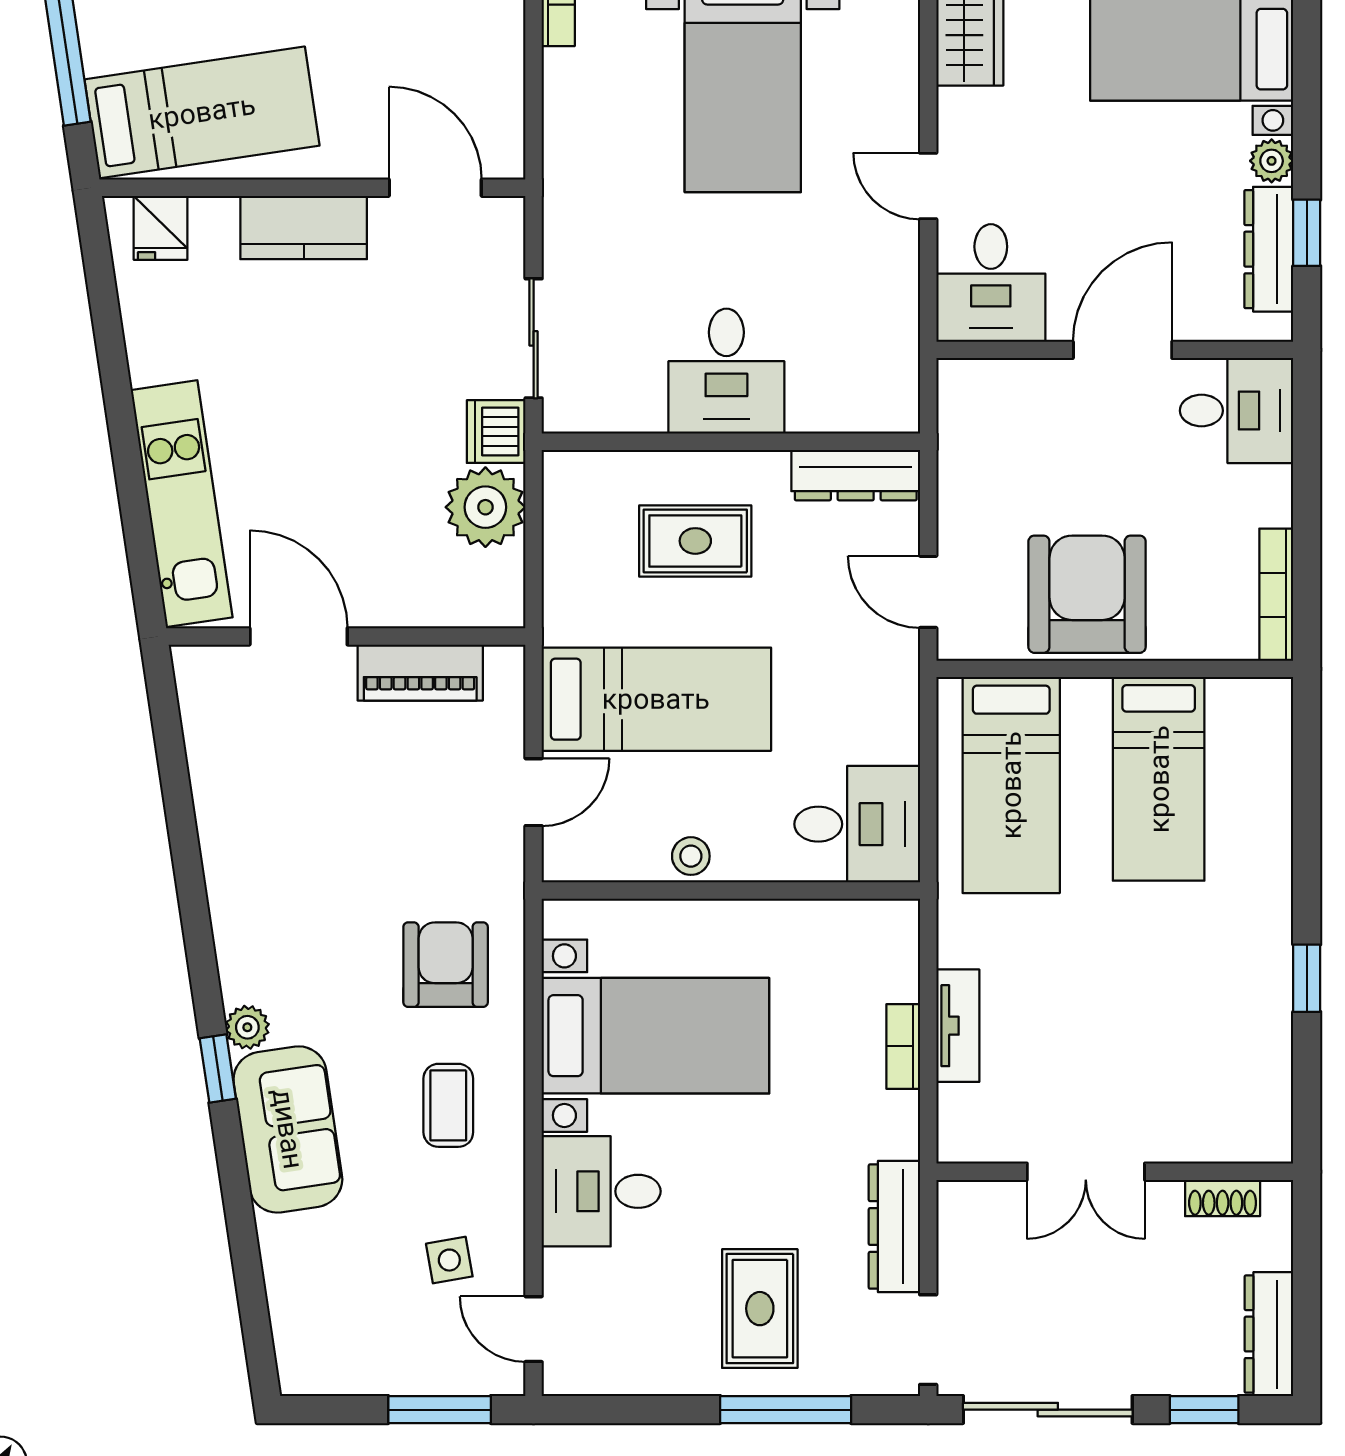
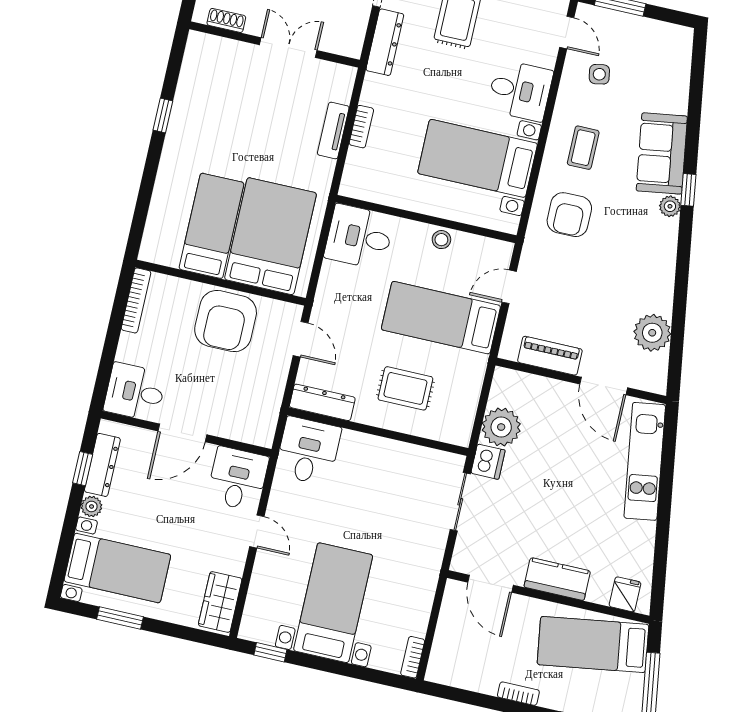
desk: (726, 371) -> (308, 451), moved
plant: (225, 765) -> (652, 333), added
bed: (1011, 785) -> (271, 236), width x1.50

